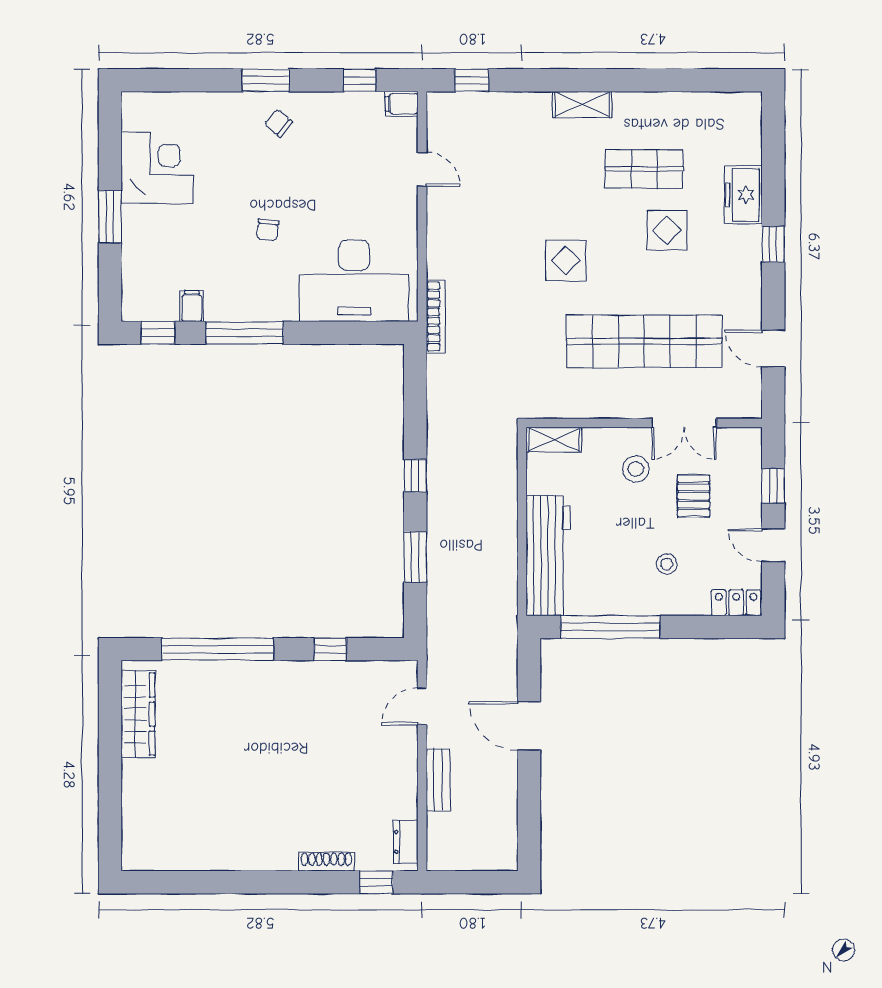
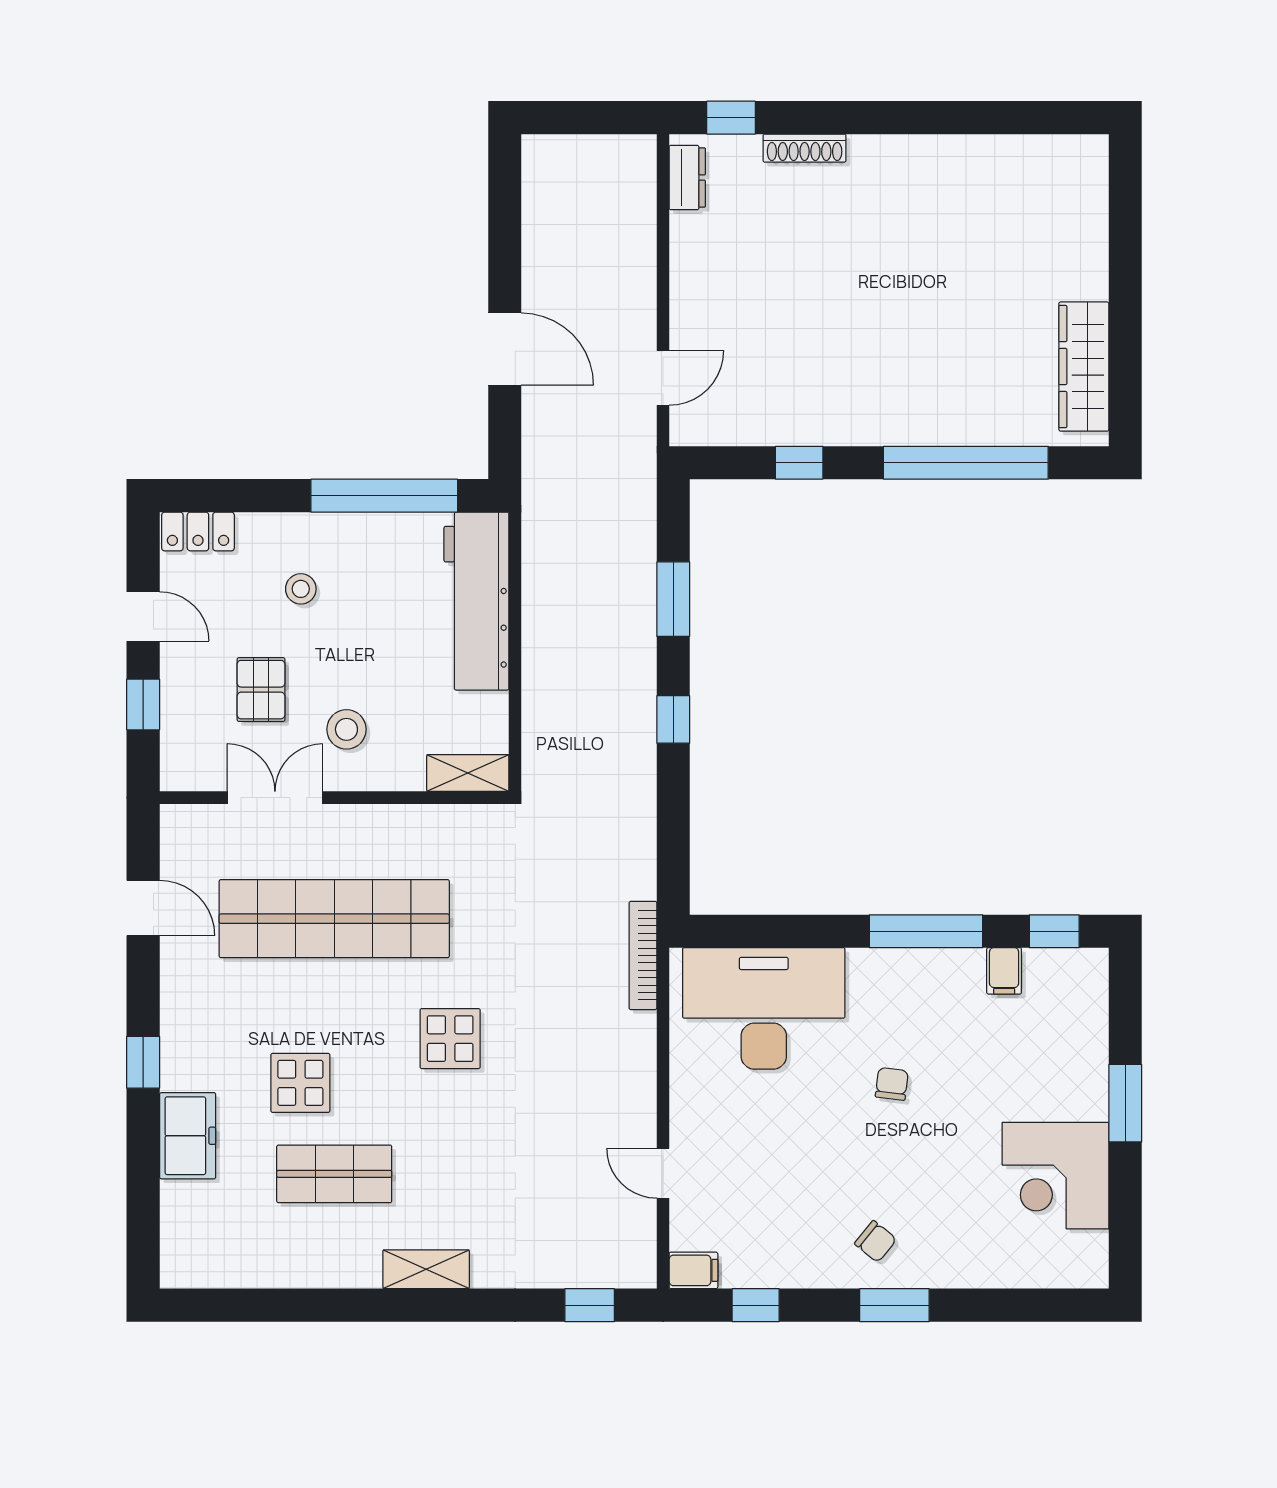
bench: (438, 780) -> (639, 269), removed

